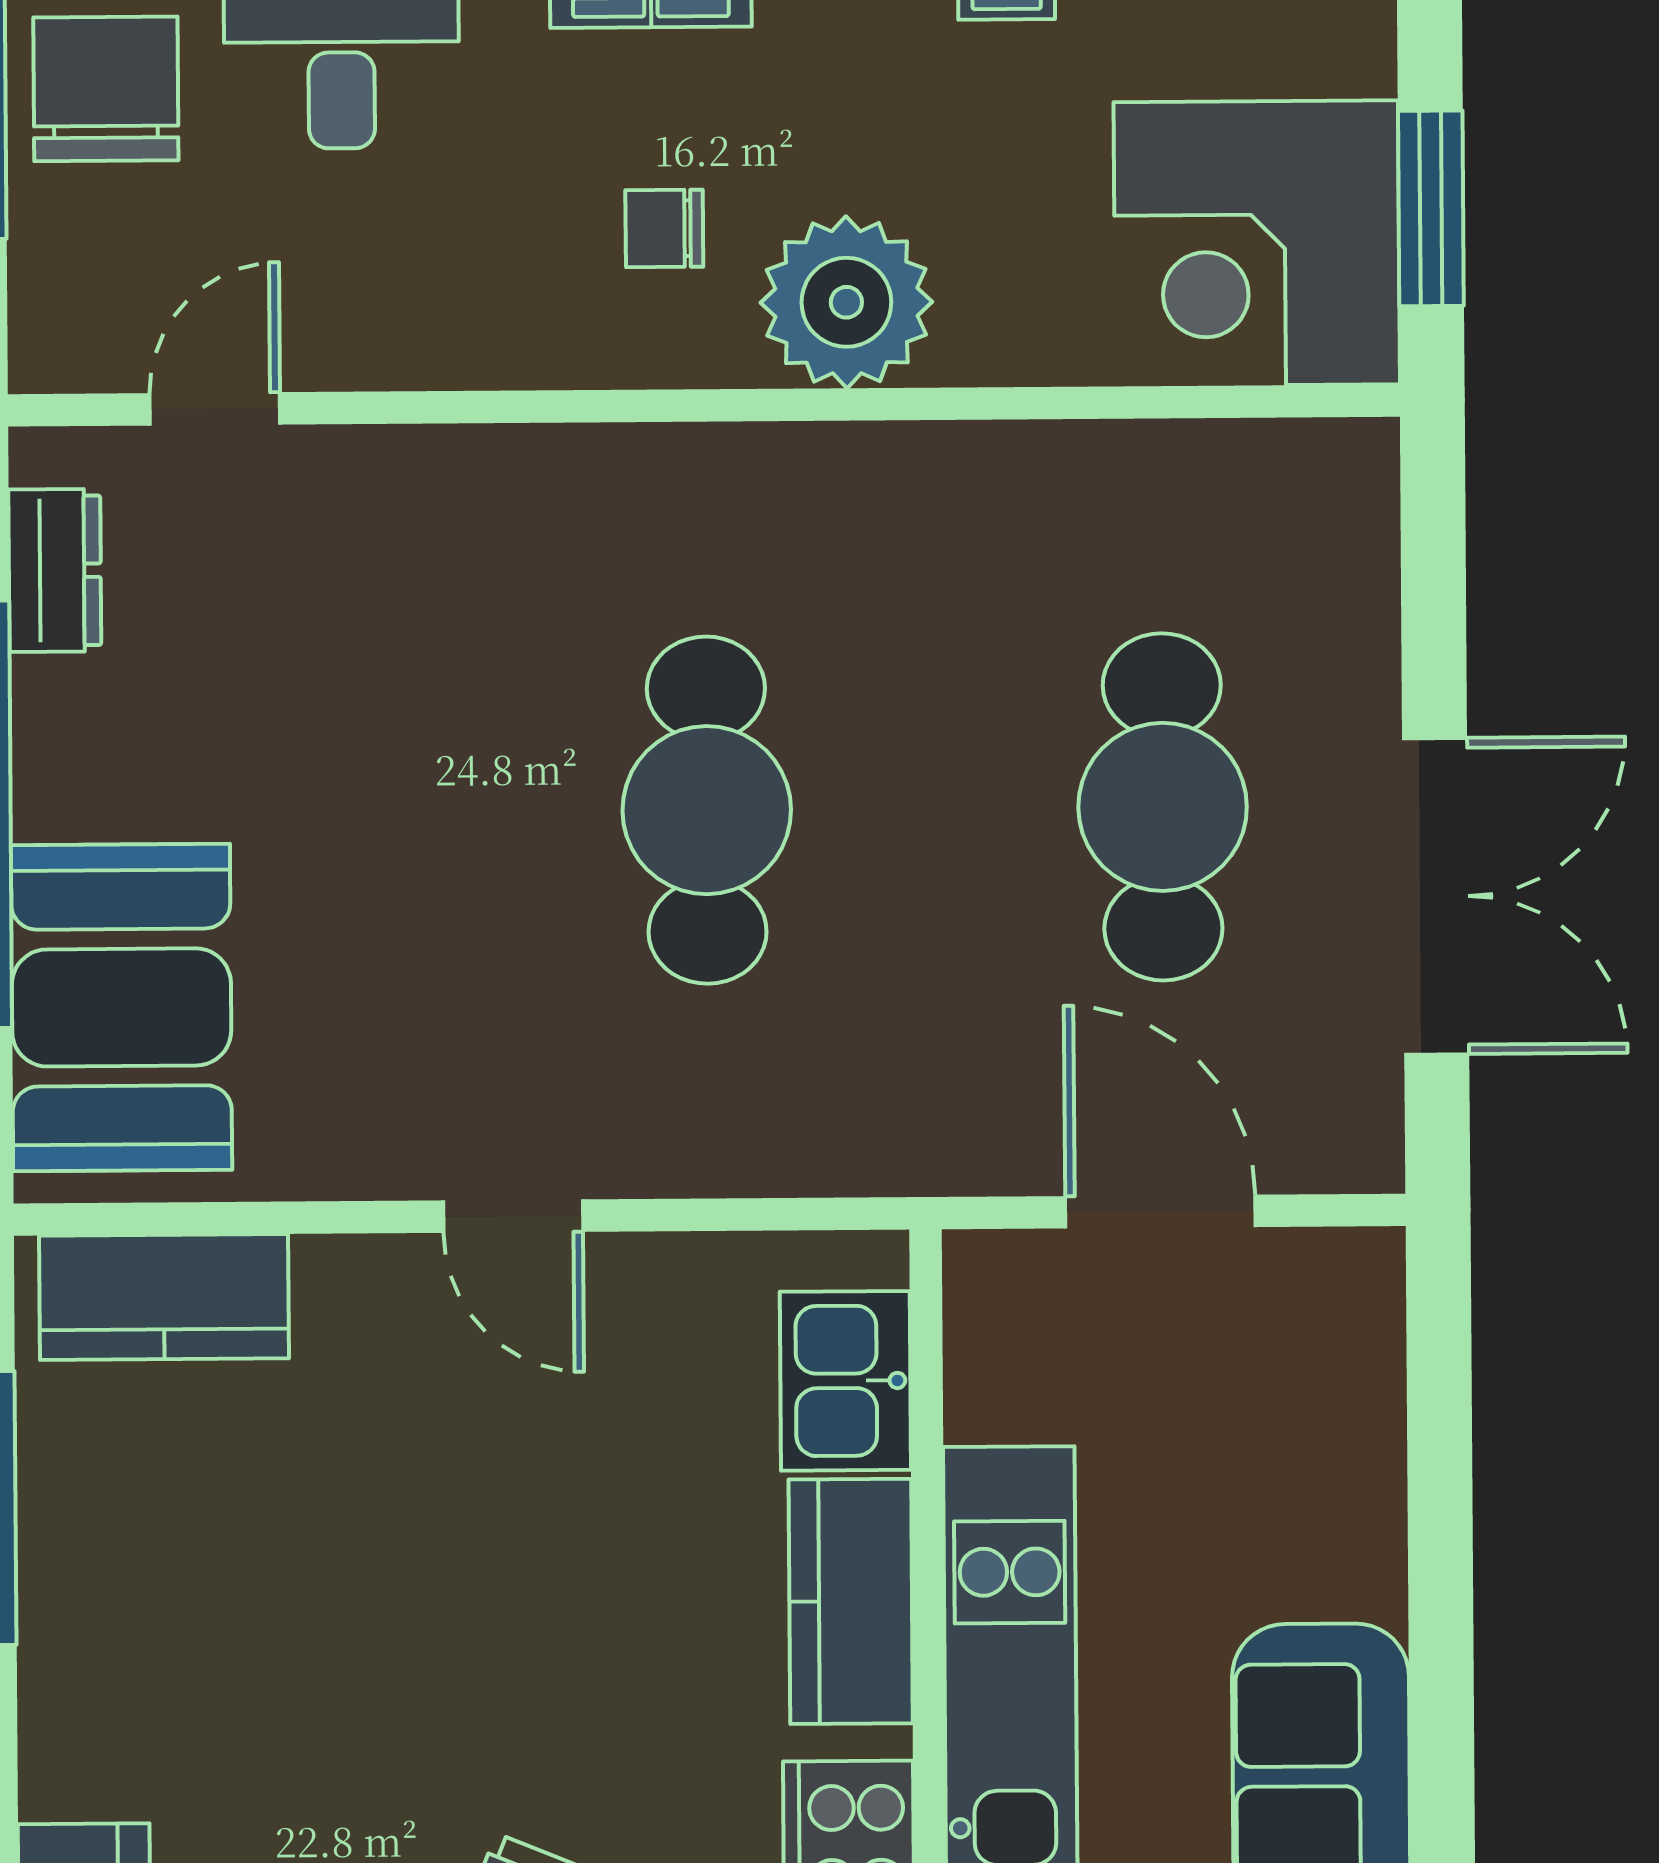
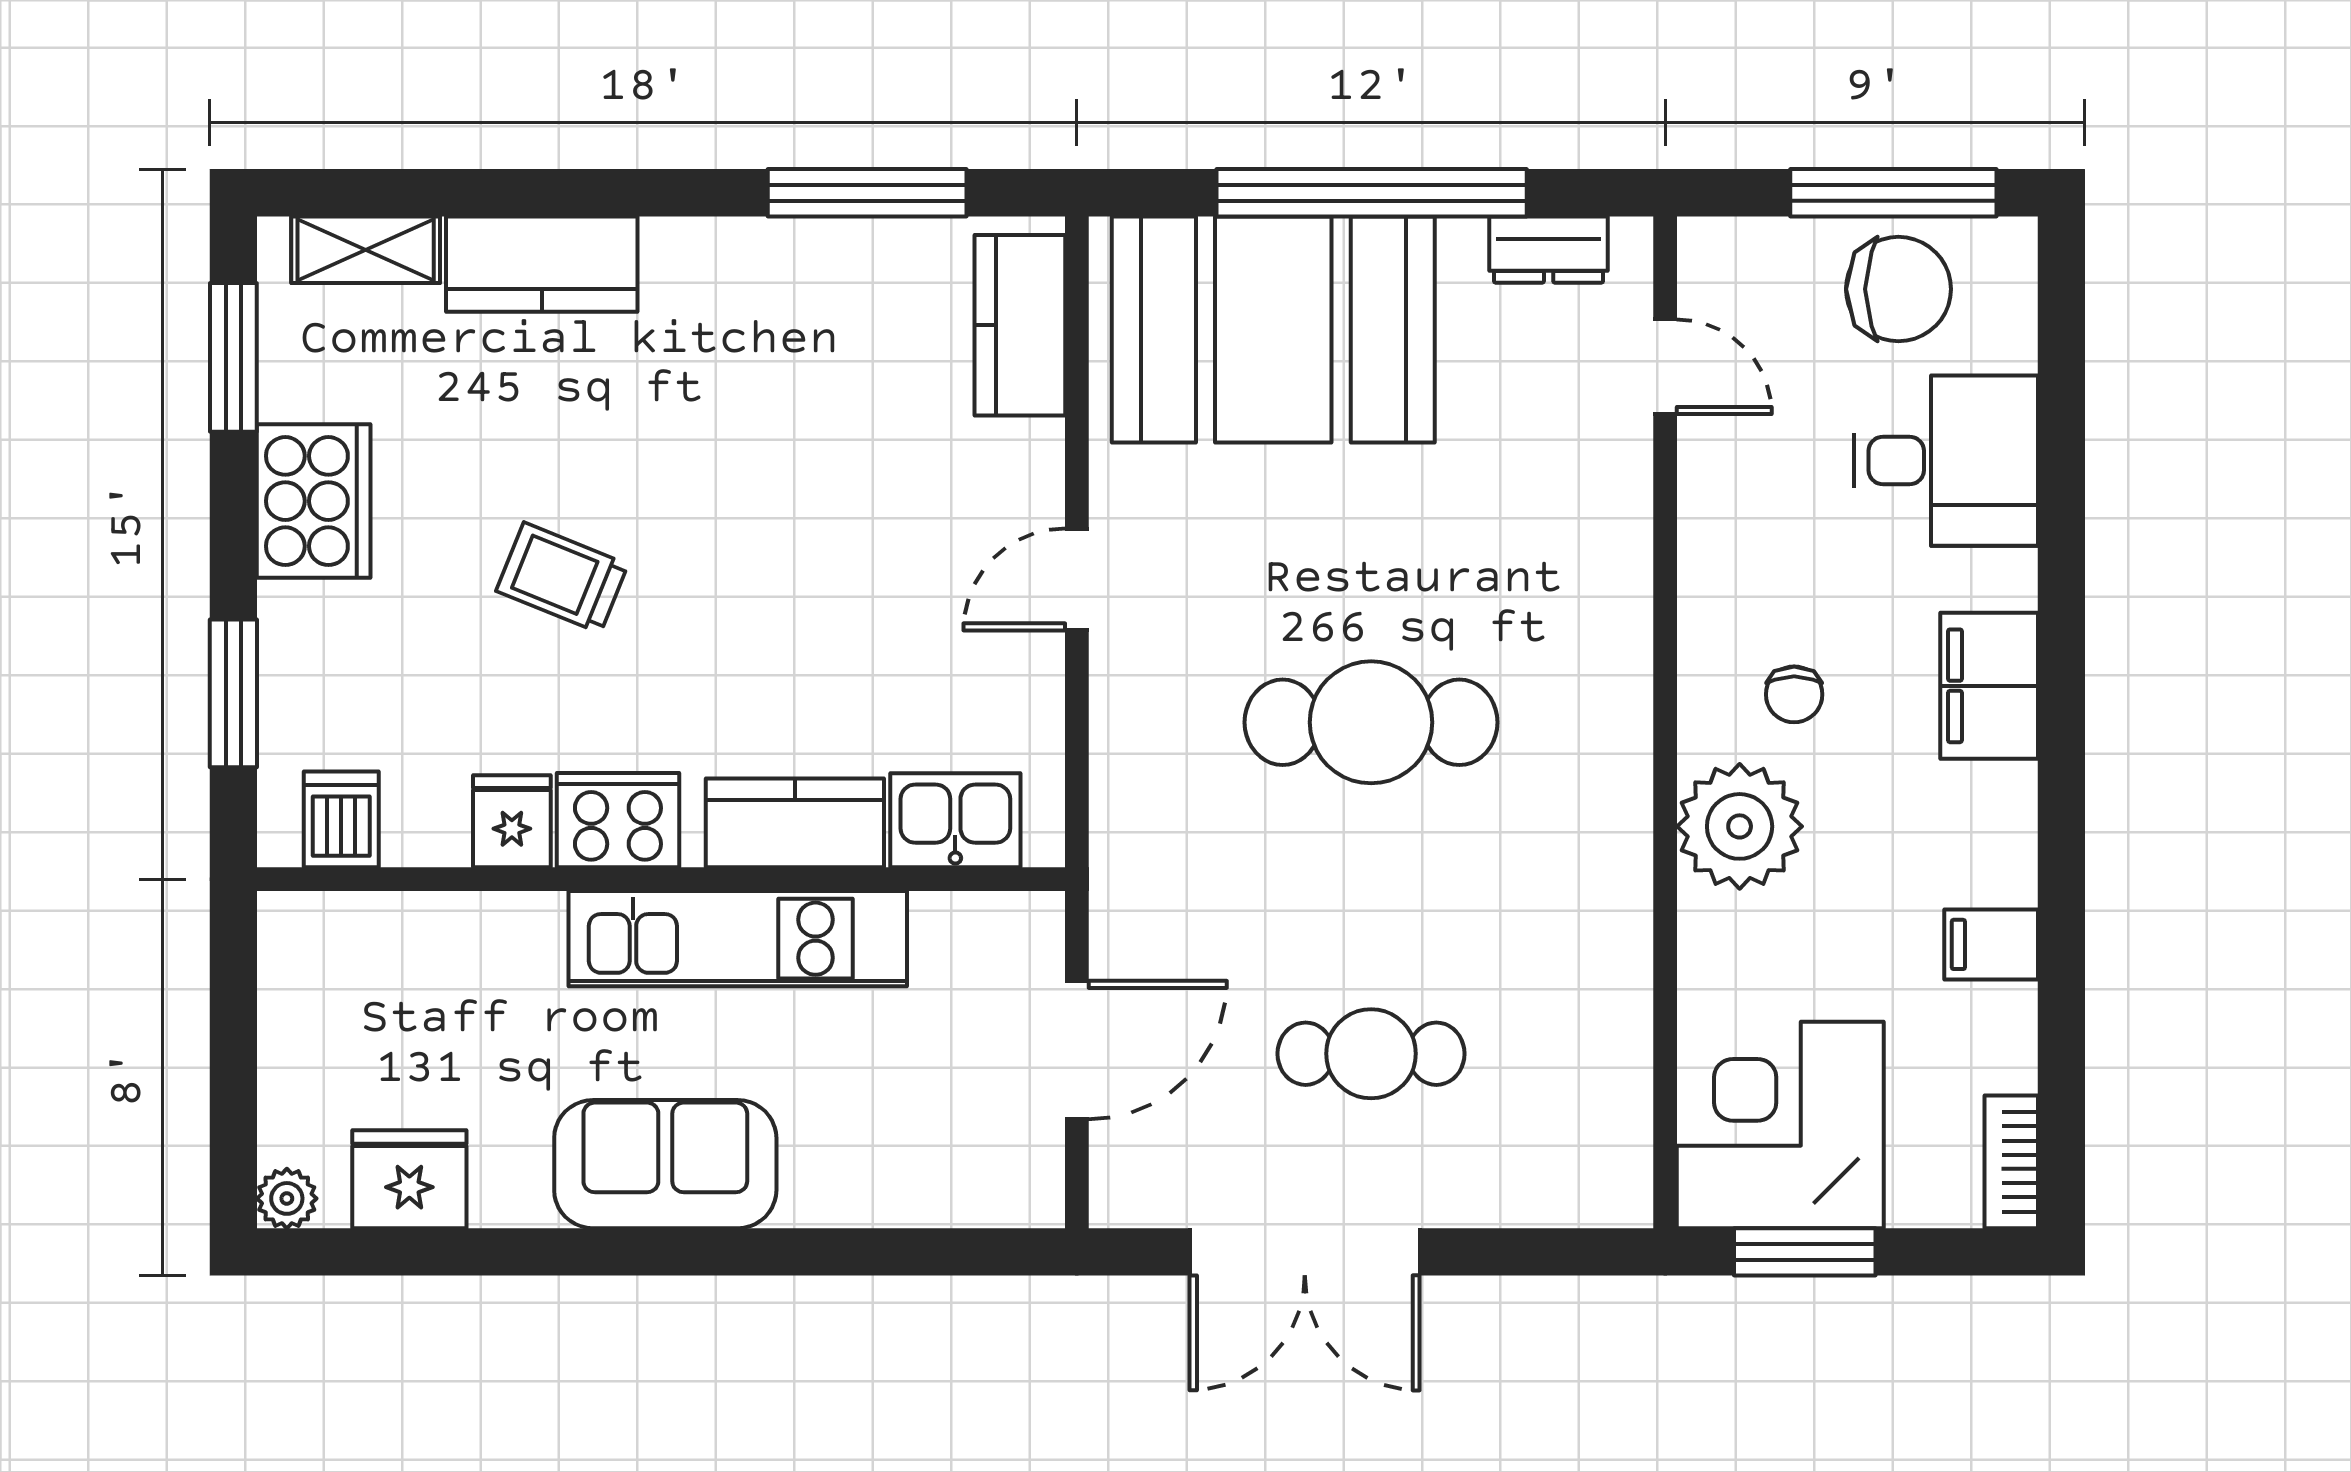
chair: (664, 228) -> (1794, 694), turned 180
cafe table: (1163, 807) -> (1371, 1054), width x0.73, depth x0.74
booth: (122, 1007) -> (1273, 329), width x1.36, depth x1.42

